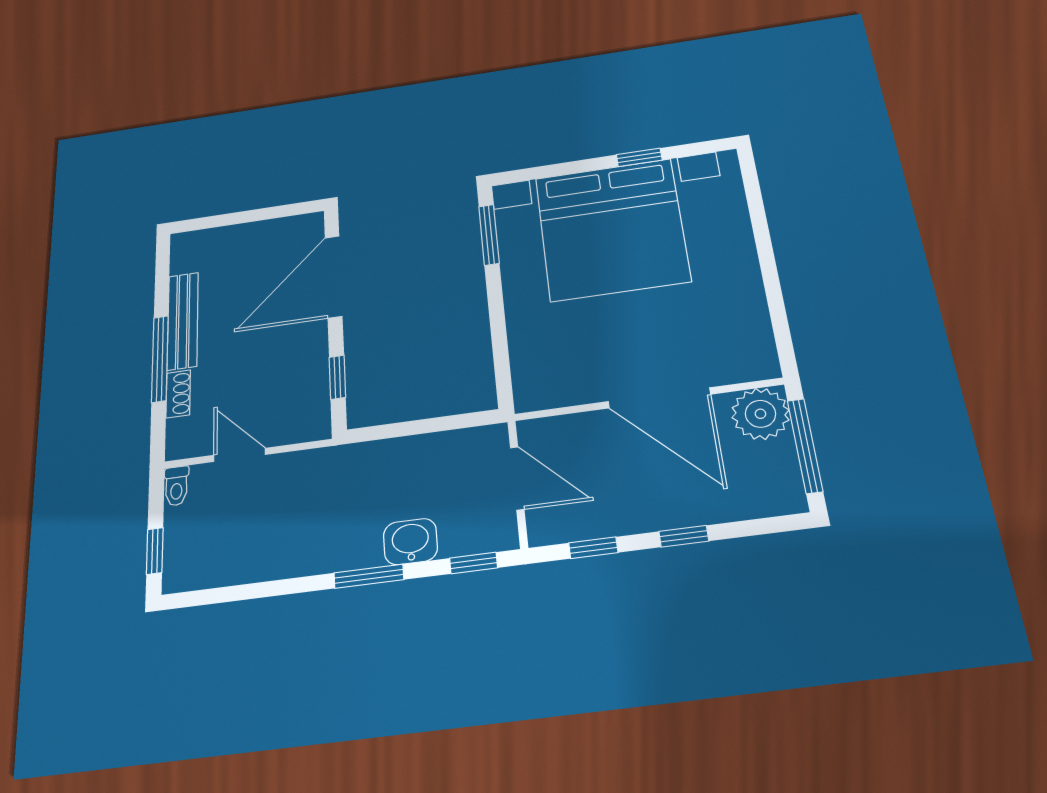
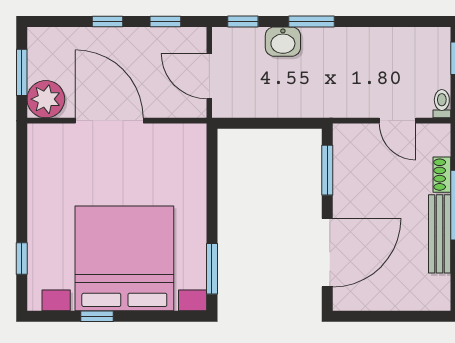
window: (756, 208) -> (22, 259), added
window: (337, 377) -> (327, 170), width x1.50
window: (805, 446) -> (22, 72), width x0.69

